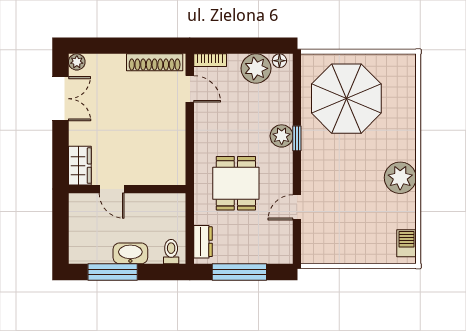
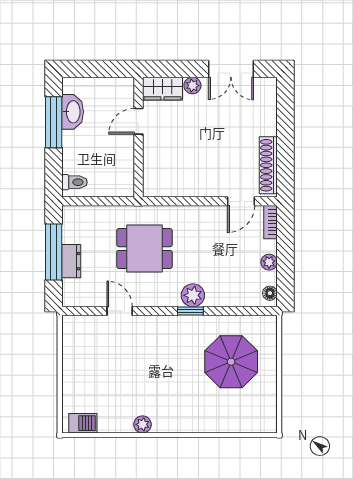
plant: (77, 62) -> (192, 86), moved
plant: (256, 68) -> (269, 262), width x0.53, depth x0.53
parasol: (346, 99) -> (231, 362), width x0.73, depth x0.73
plant: (400, 178) -> (143, 424), width x0.53, depth x0.53
dresser: (203, 242) -> (71, 261), moved, turned -90
washbasin: (130, 253) -> (73, 112), moved

